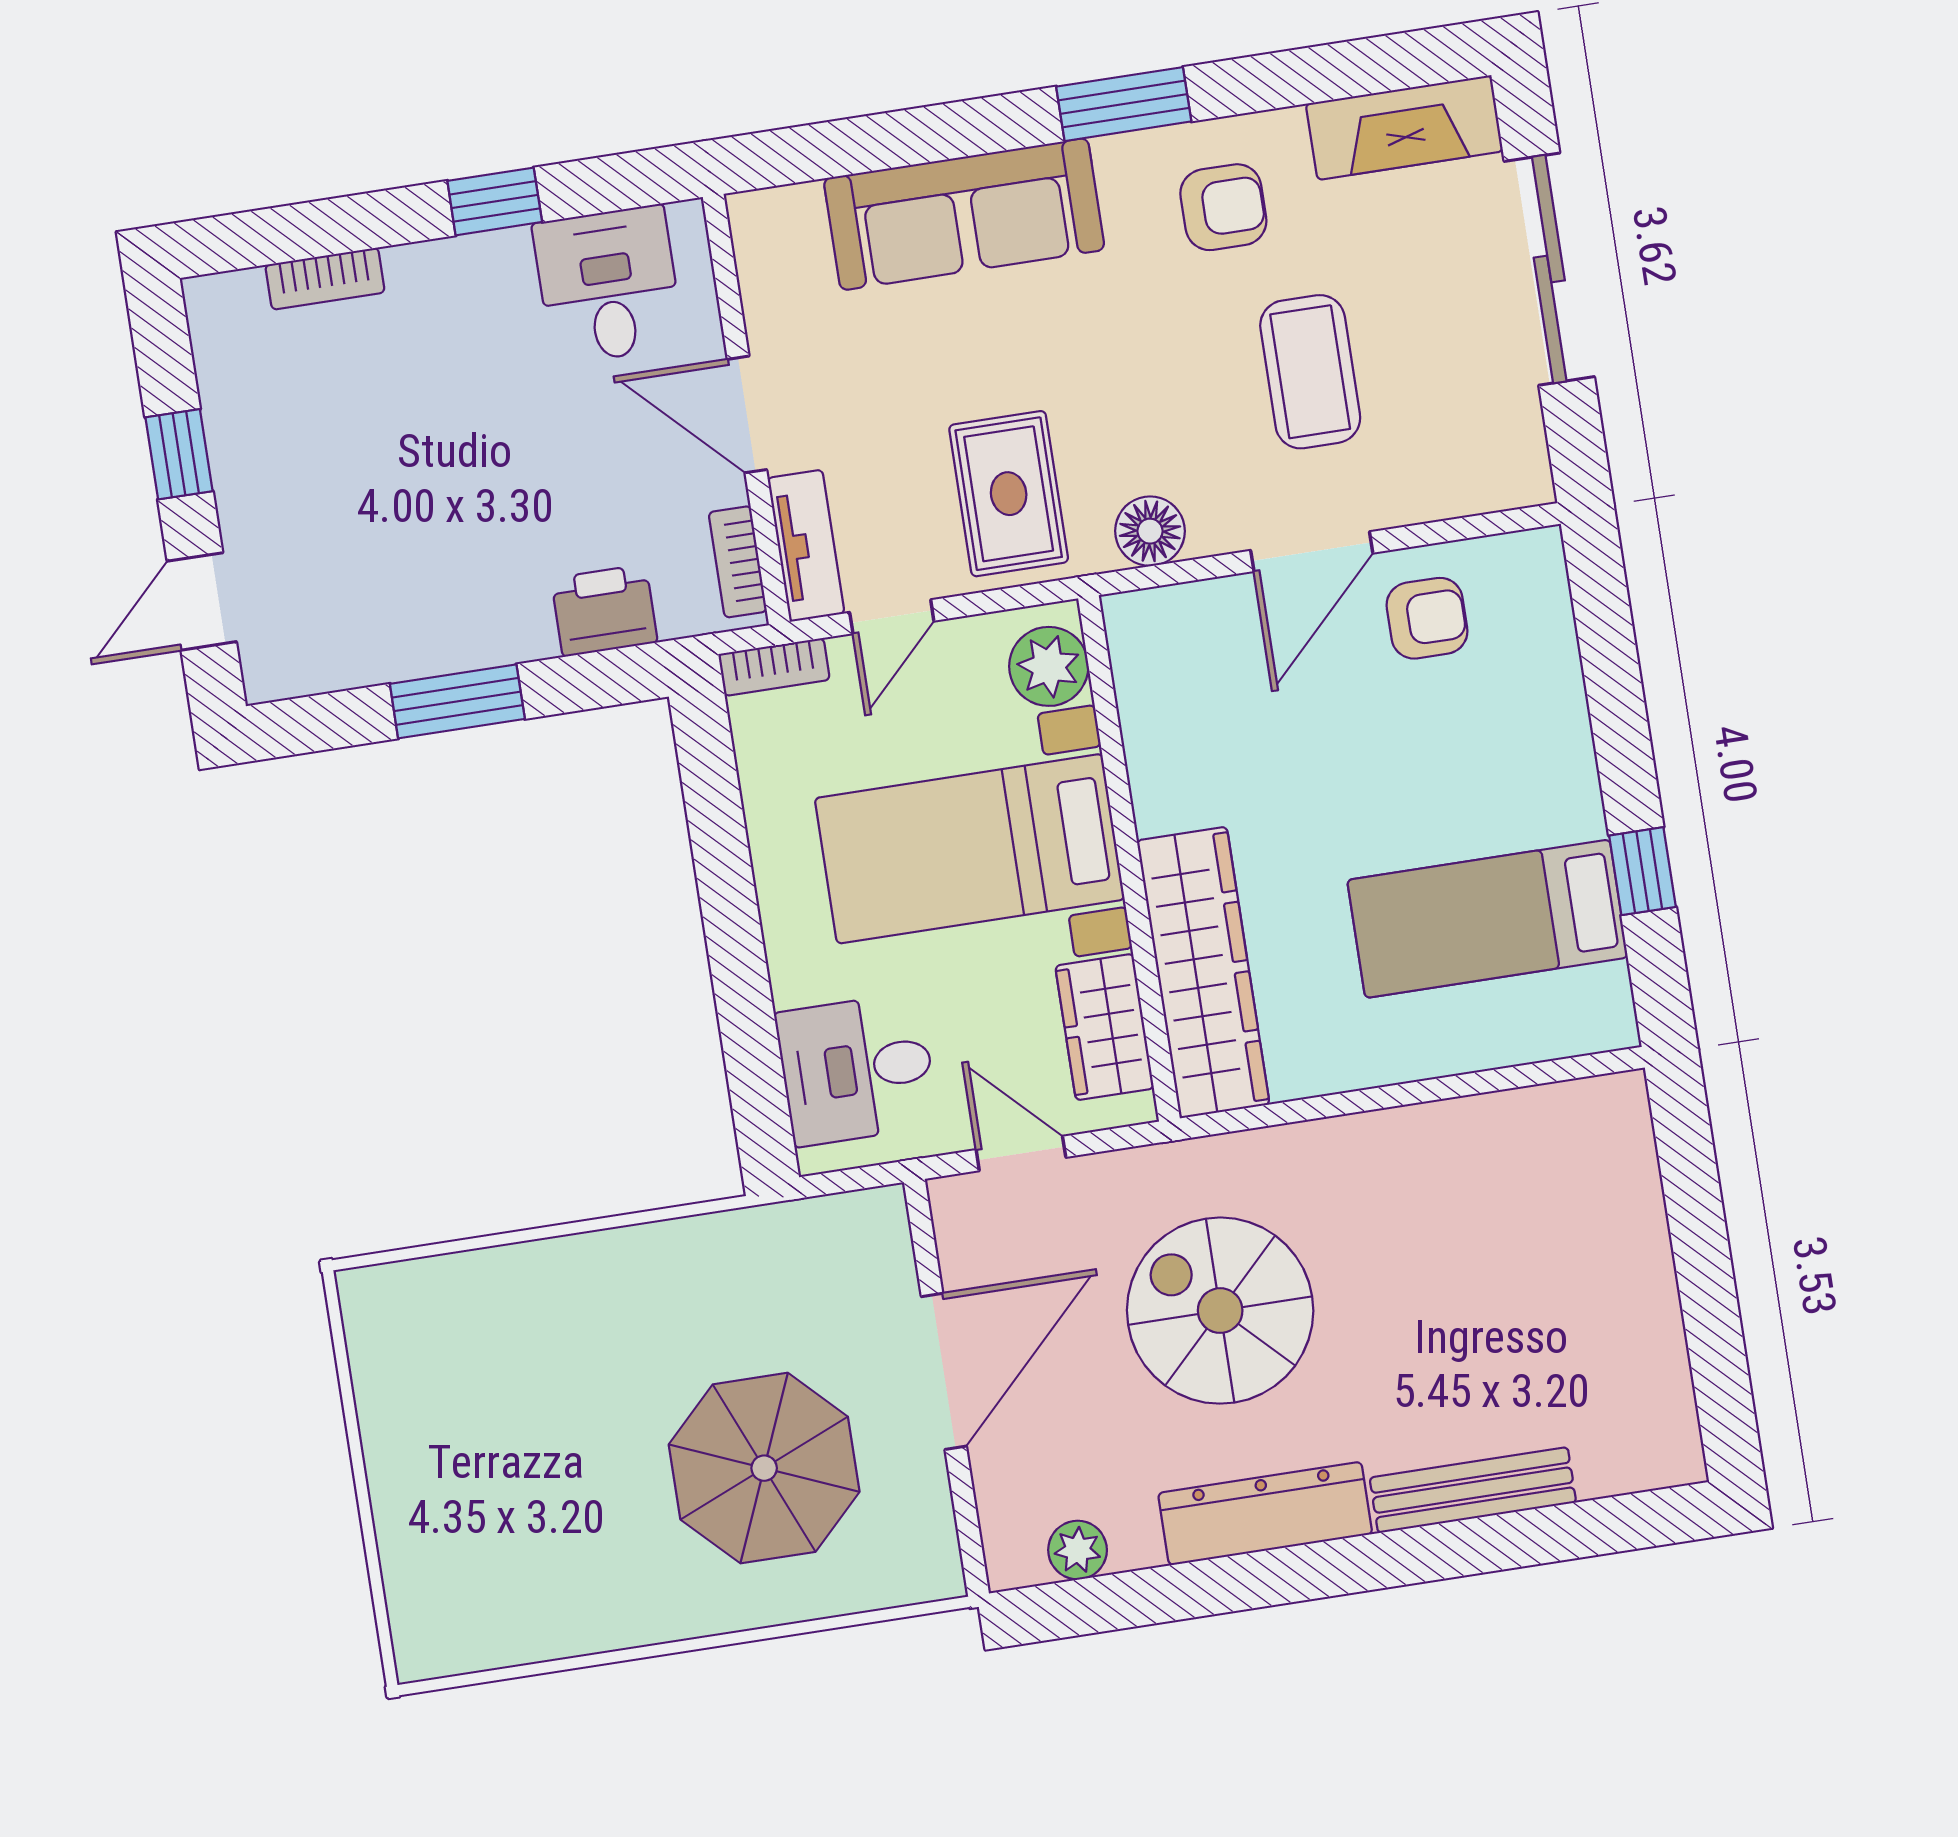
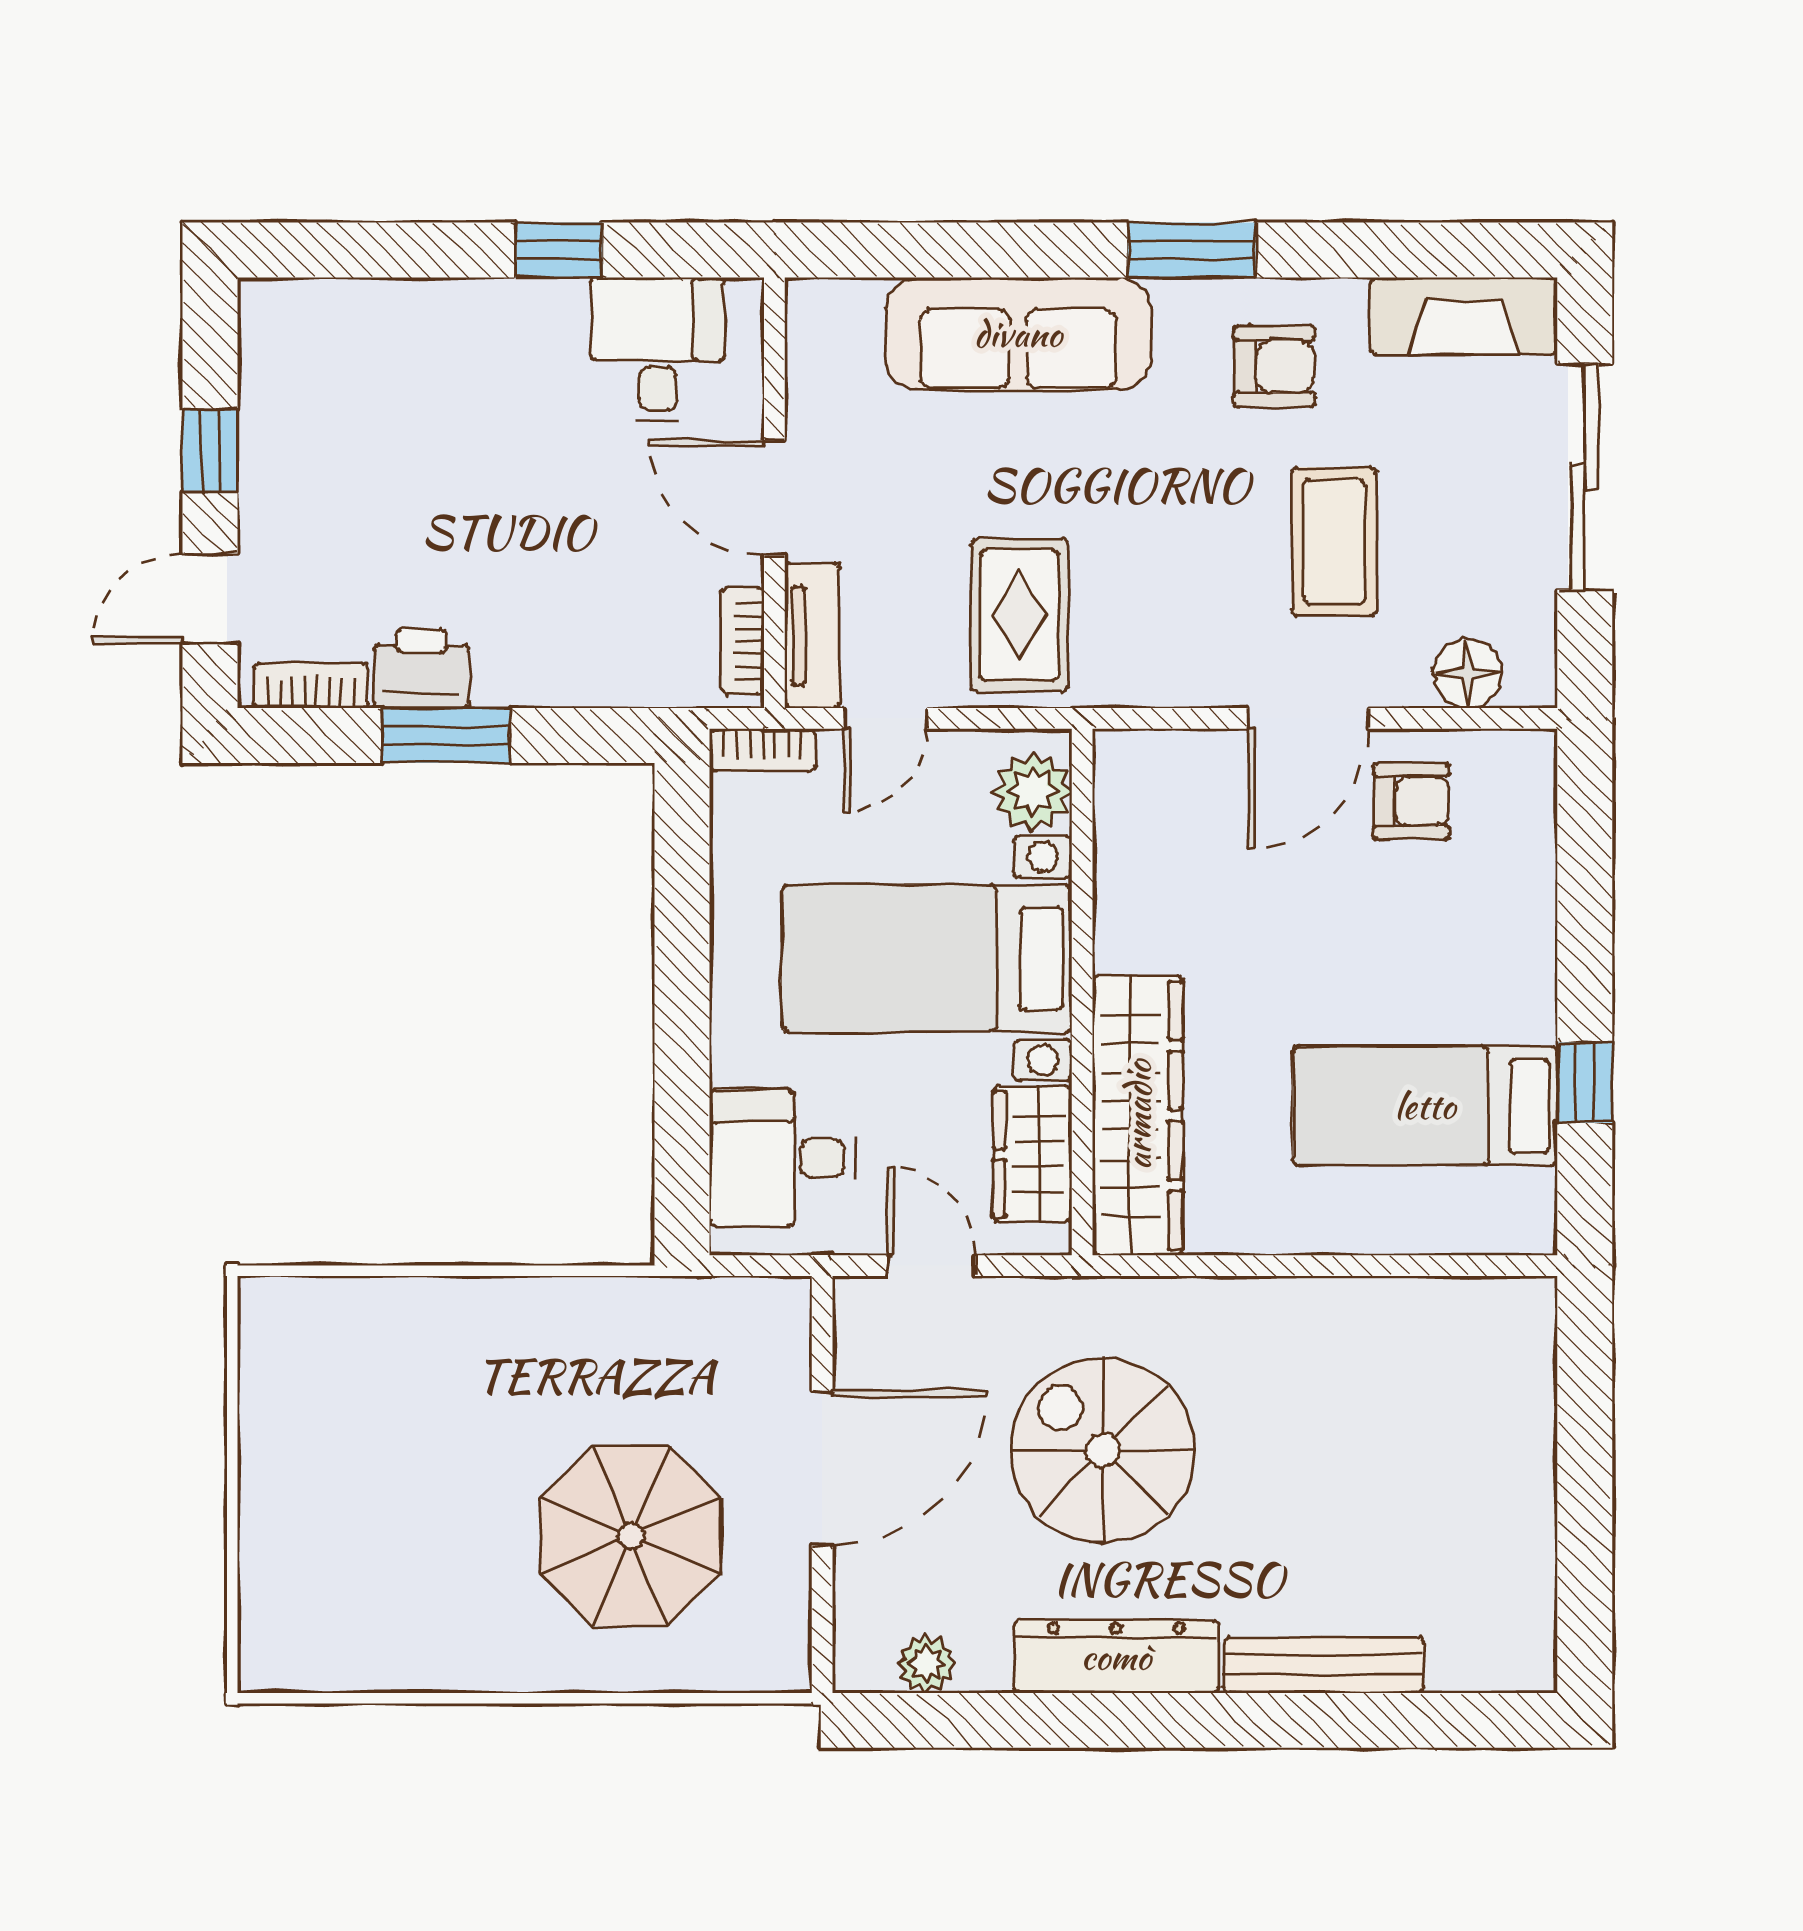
bookcase: (325, 279) -> (311, 685), moved, turned 180
floor lamp: (1150, 531) -> (1468, 674), moved
printer: (604, 610) -> (421, 669), moved

